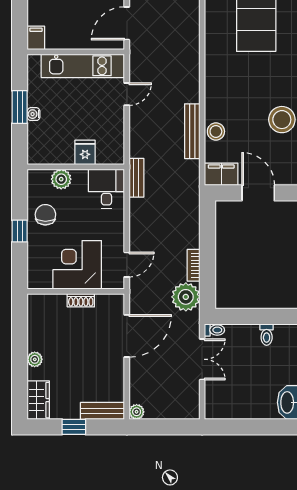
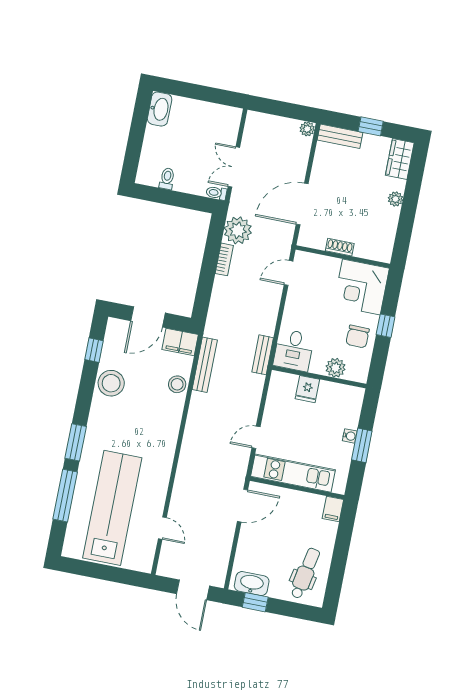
bench: (192, 131) -> (205, 365), moved
door: (258, 193) -> (148, 317), hinge flipped
corner desk: (77, 265) -> (361, 287), moved, turned 90

